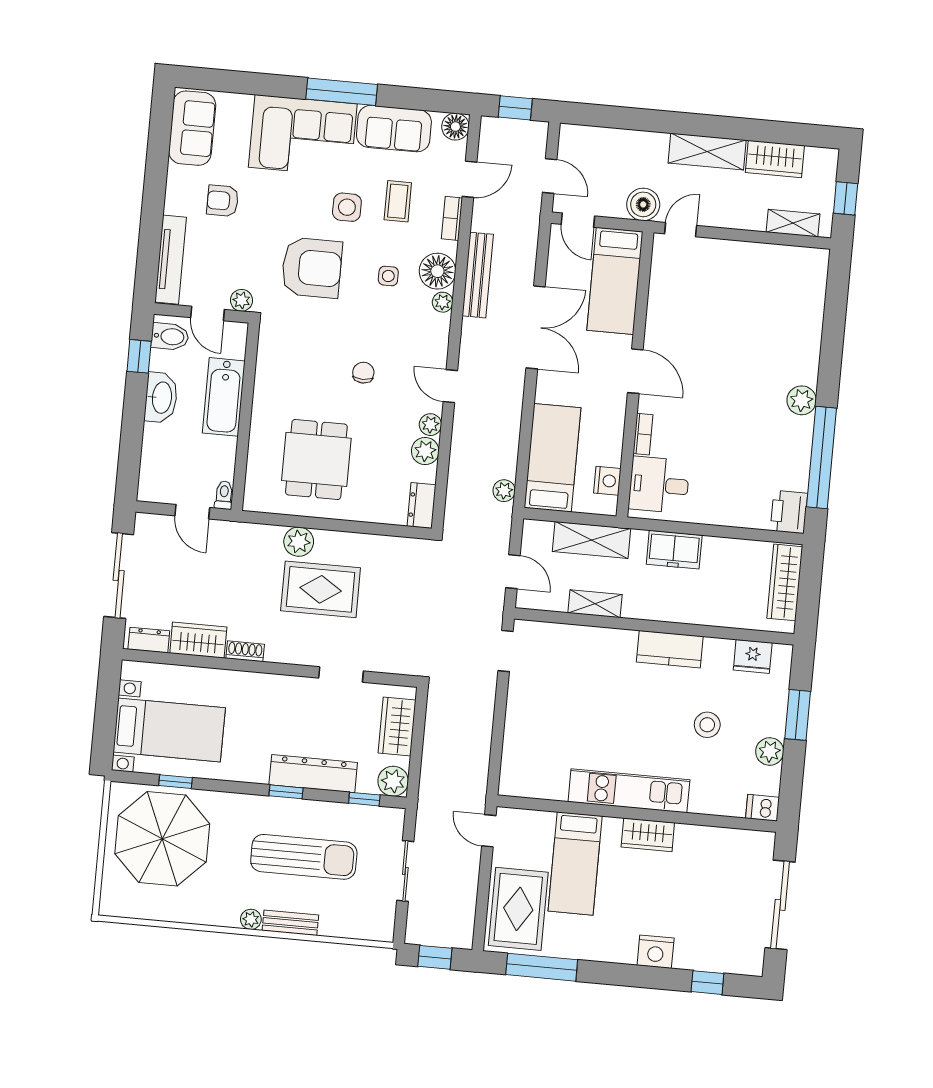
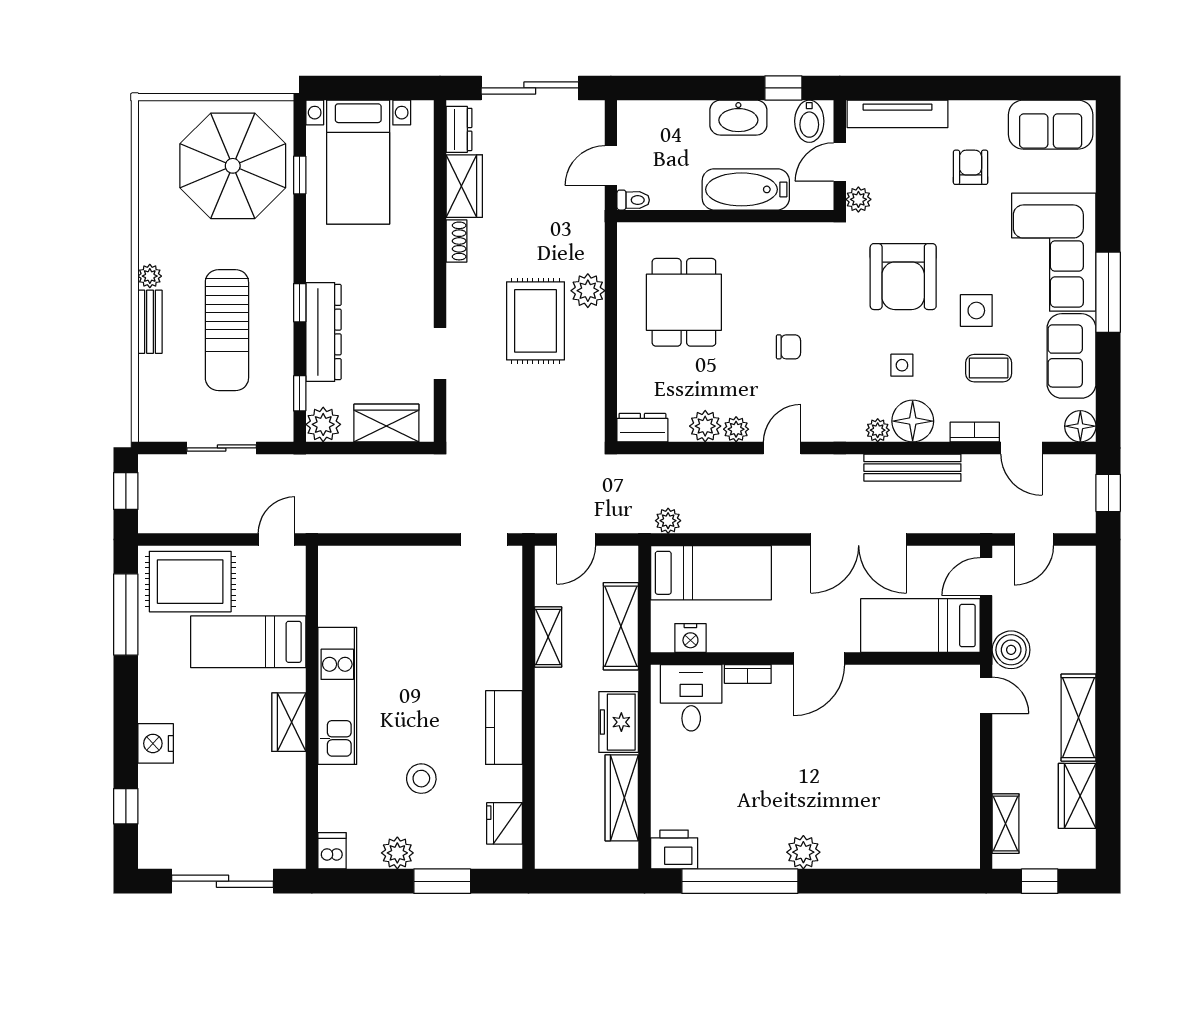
dining table: (316, 459) -> (684, 302), turned 90
wardrobe: (785, 582) -> (622, 798), moved, turned -90

